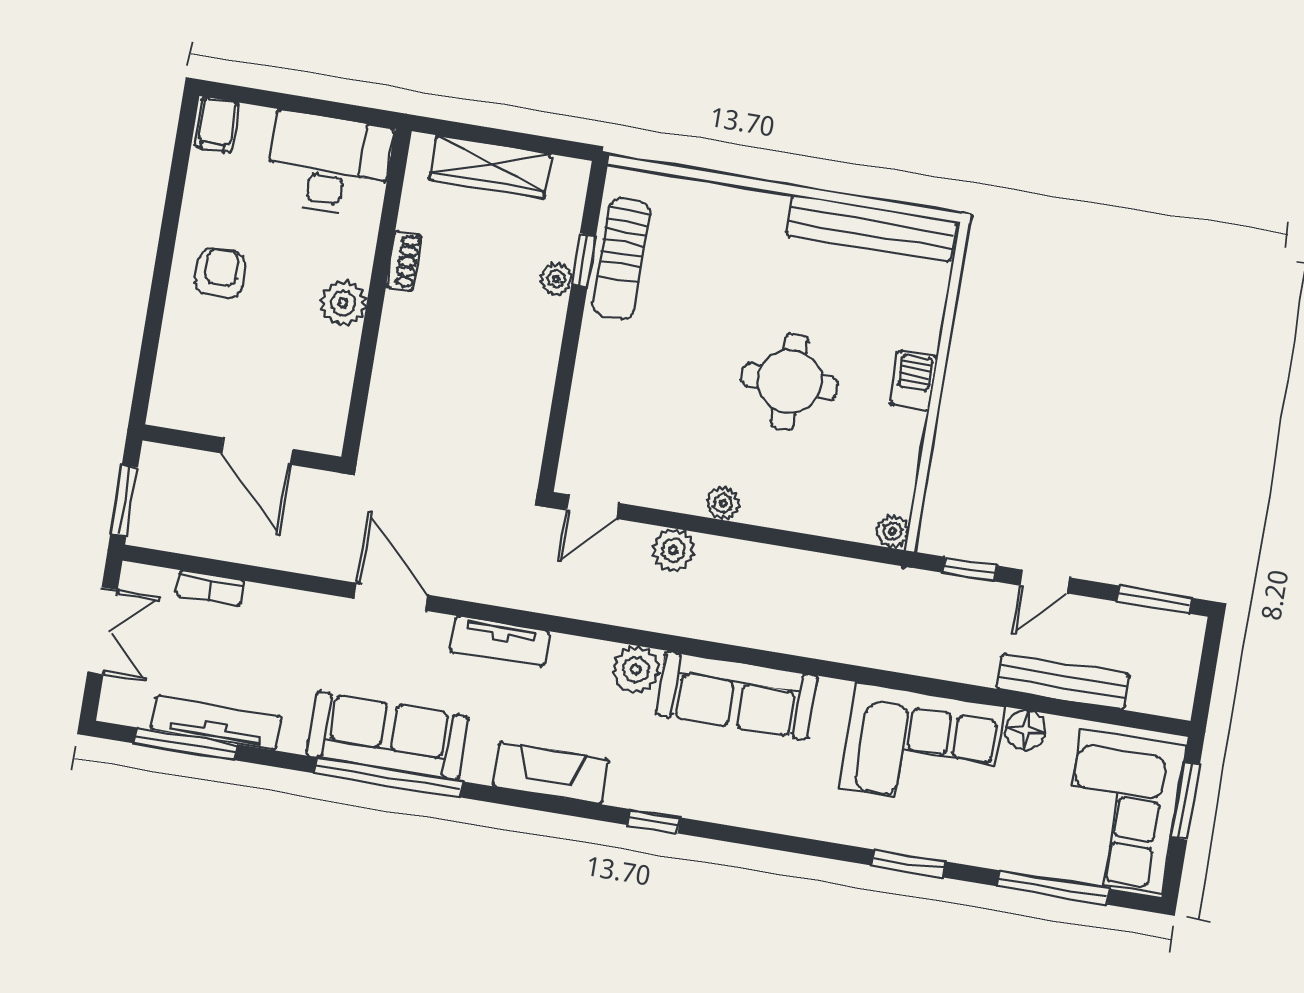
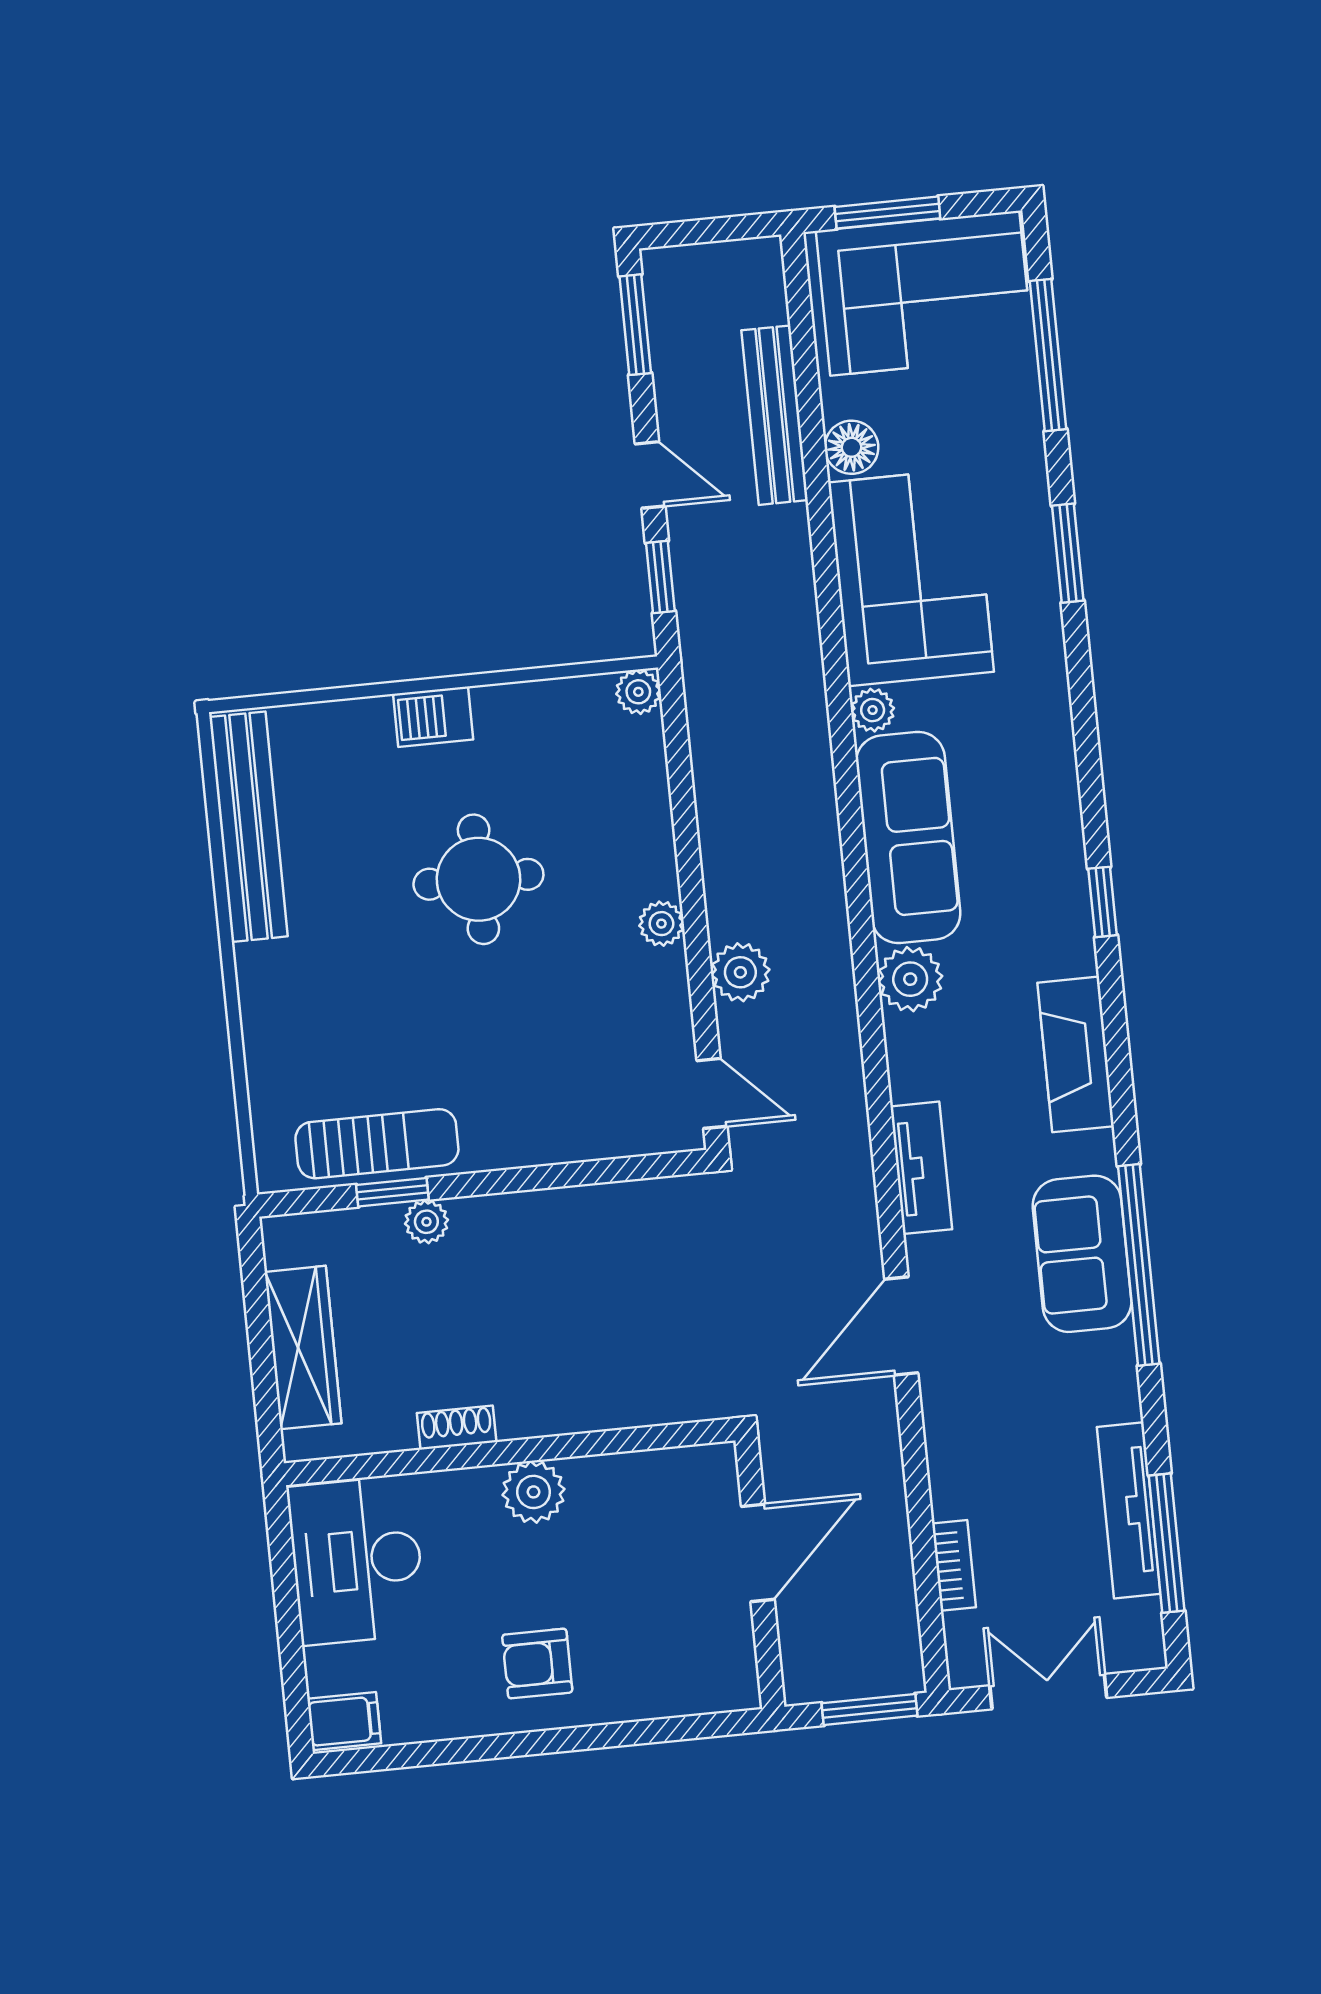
plant: (834, 695) -> (873, 710), added
sofa: (387, 736) -> (1082, 1254), width x0.73

